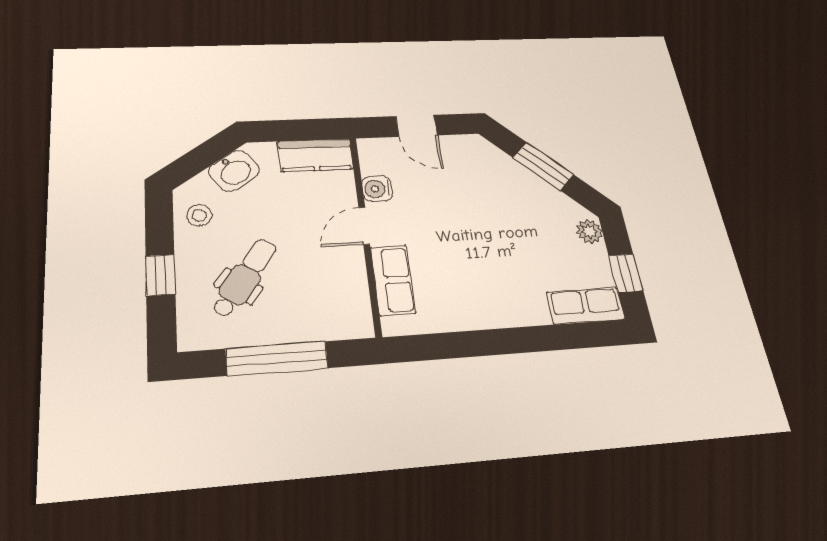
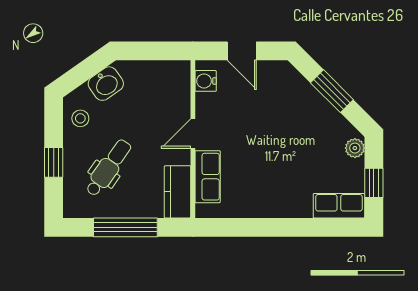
kitchen counter: (316, 155) -> (177, 192), moved, turned 90
water cooler: (377, 189) -> (206, 81), moved

